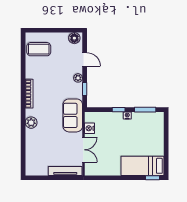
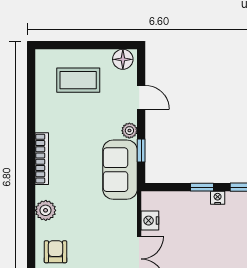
coffee table: (39, 49) -> (78, 80), moved
sofa: (73, 115) -> (120, 170), moved
armchair: (37, 146) -> (55, 252), added

